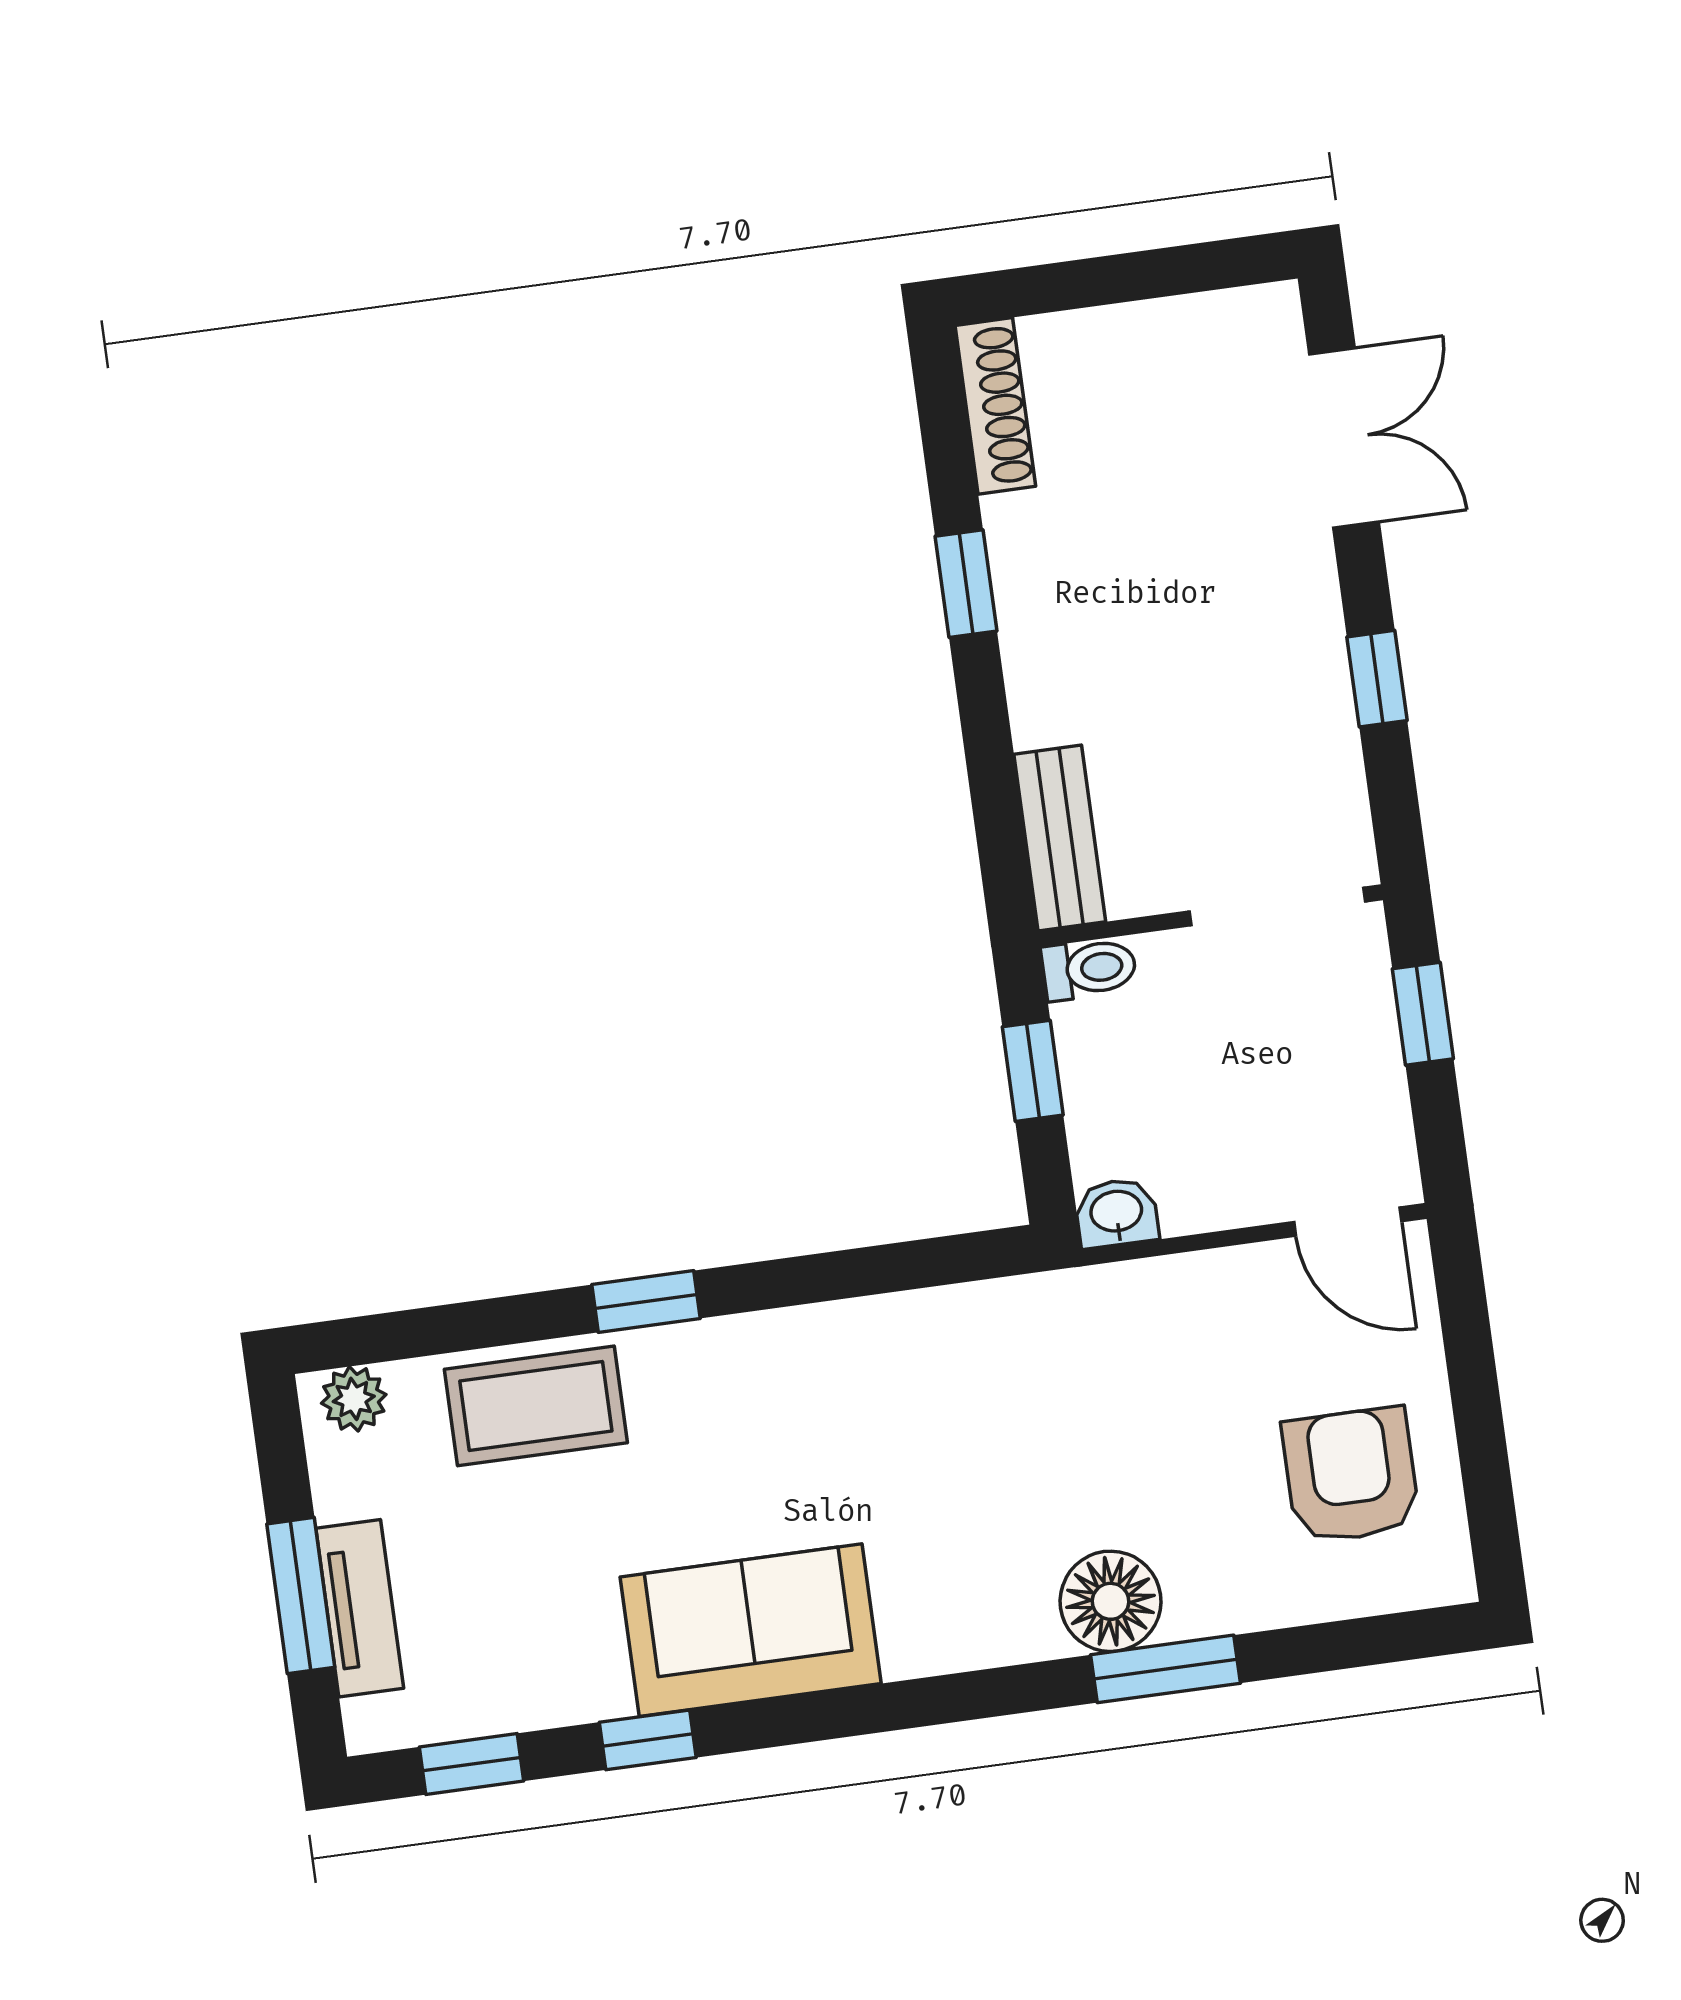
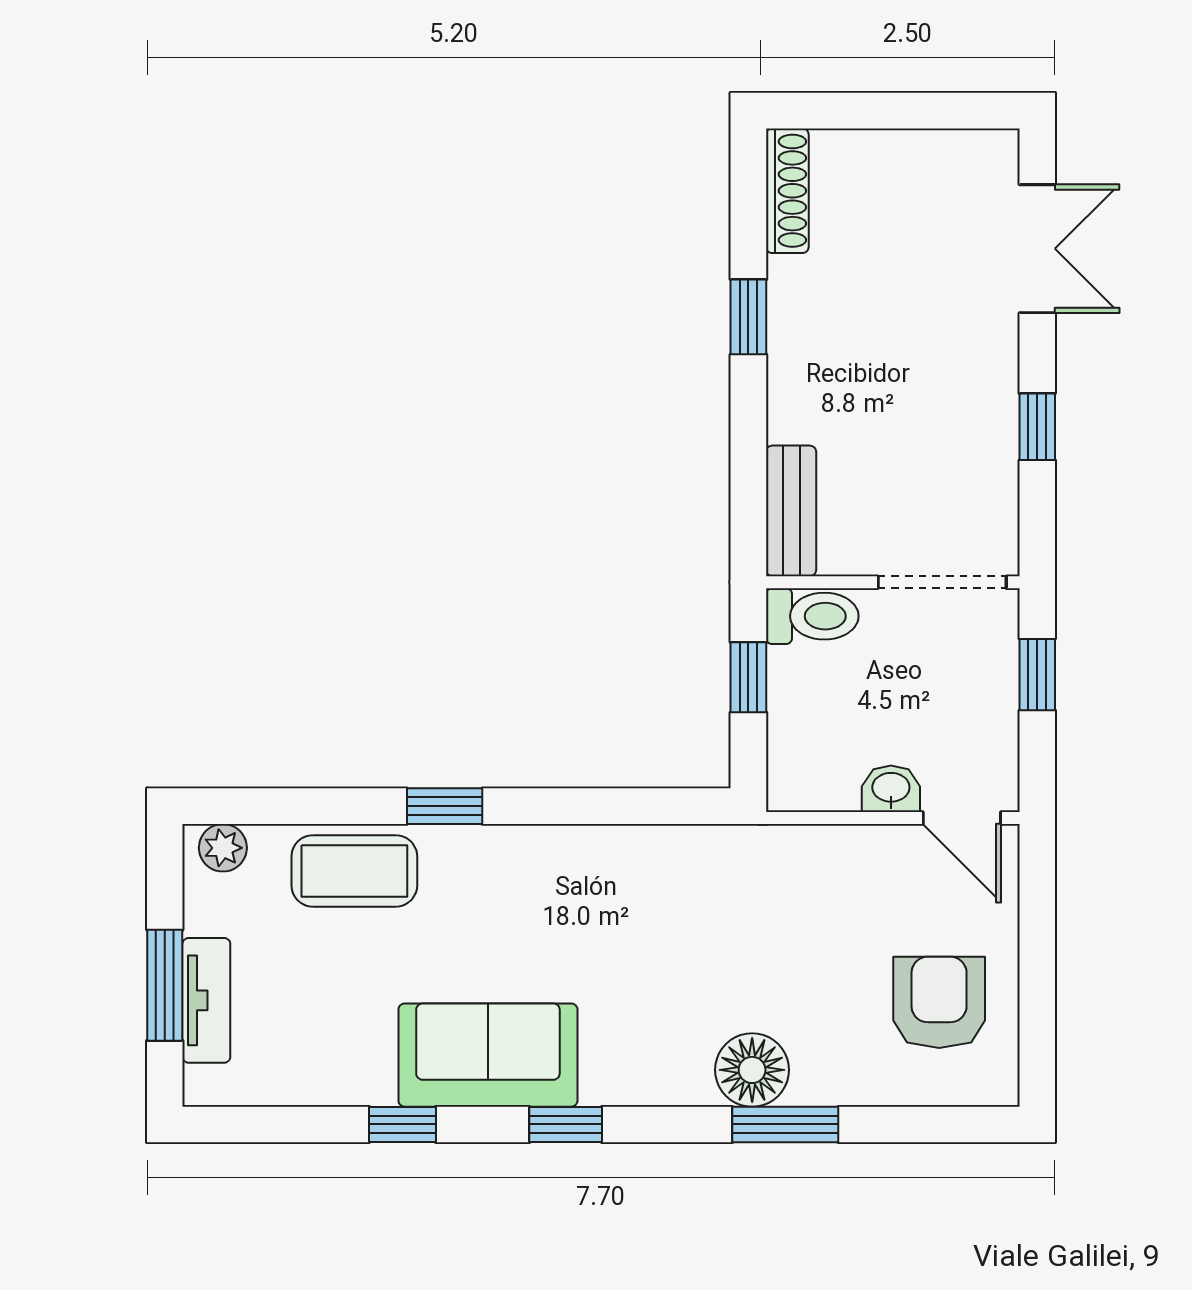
toilet: (1089, 969) -> (812, 616), width x1.37, depth x1.39
washbasin: (1116, 1213) -> (891, 789), moved
window: (472, 1764) -> (566, 1124), moved

